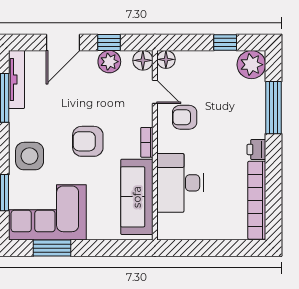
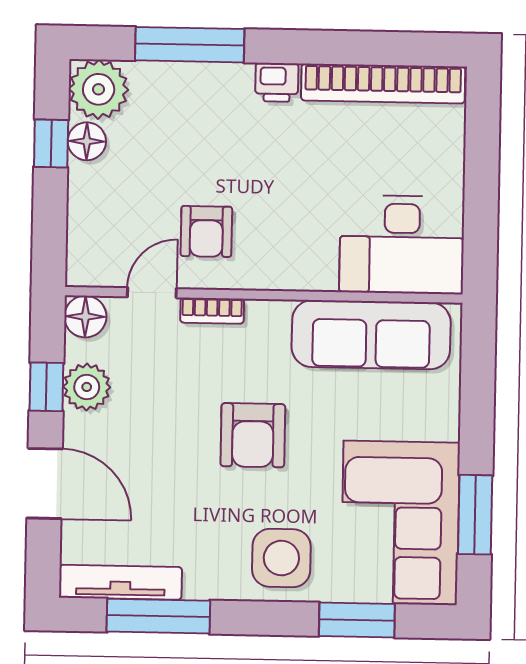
floor lamp: (166, 59) -> (87, 141), moved
bookcase: (147, 142) -> (212, 311), moved
desk: (180, 183) -> (402, 245), moved

